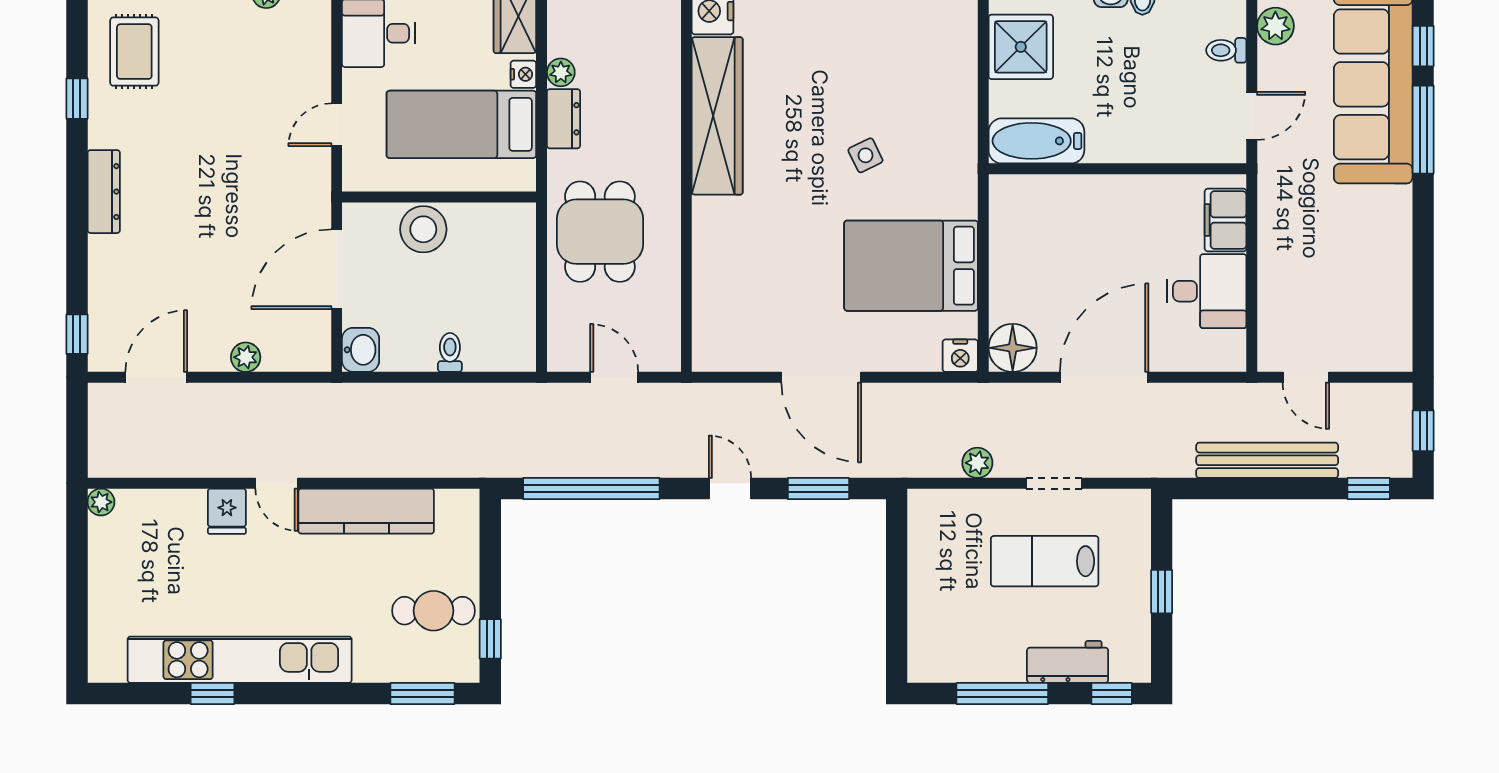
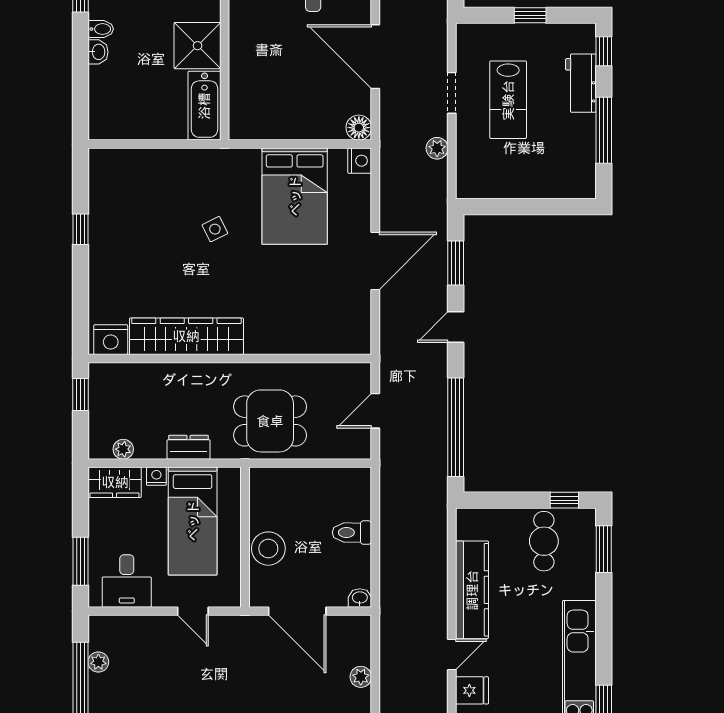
shower: (1021, 47) -> (198, 46), moved
plant: (561, 72) -> (123, 449), moved
floor lamp: (1013, 348) -> (359, 128), width x0.73, depth x0.73
washbasin: (361, 350) -> (360, 598), width x0.72, depth x0.69
toilet: (450, 352) -> (352, 533), width x1.37, depth x1.39

